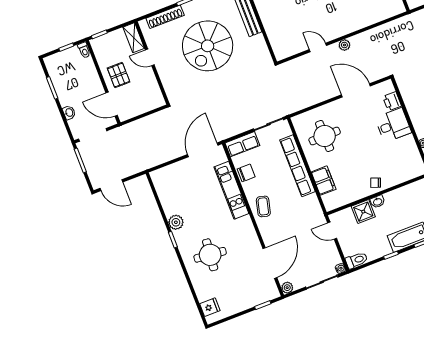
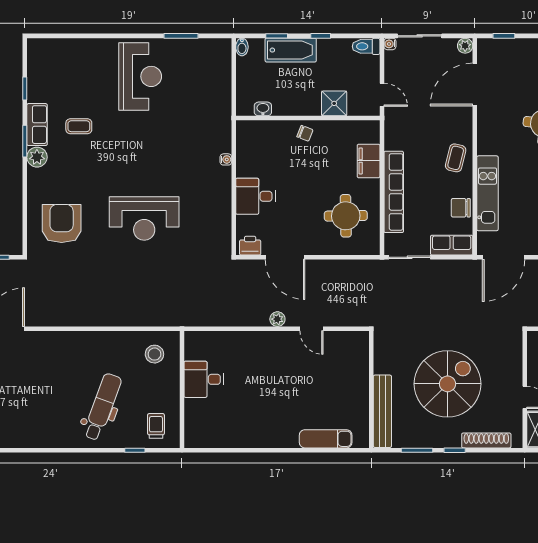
printer: (392, 101) -> (250, 246), moved, turned -90
washbasin: (378, 202) -> (263, 109), moved

